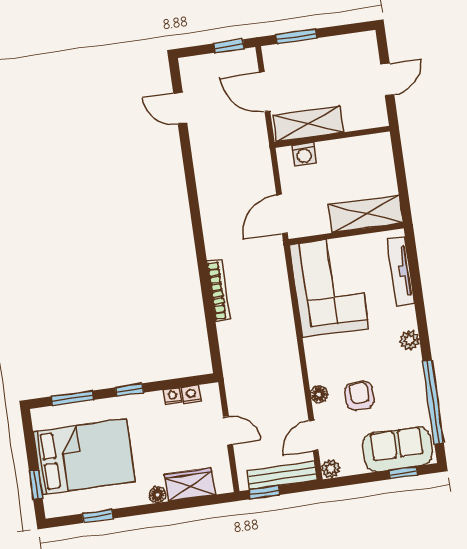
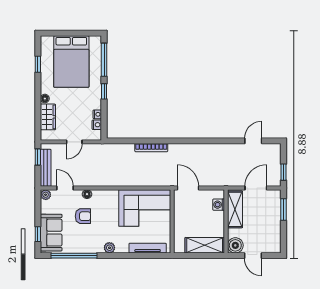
boiler: (373, 114) -> (235, 245), added
shelving: (366, 214) -> (205, 245), moved, turned 90
window: (72, 398) -> (104, 60), width x1.44
window: (36, 484) -> (60, 33), removed

